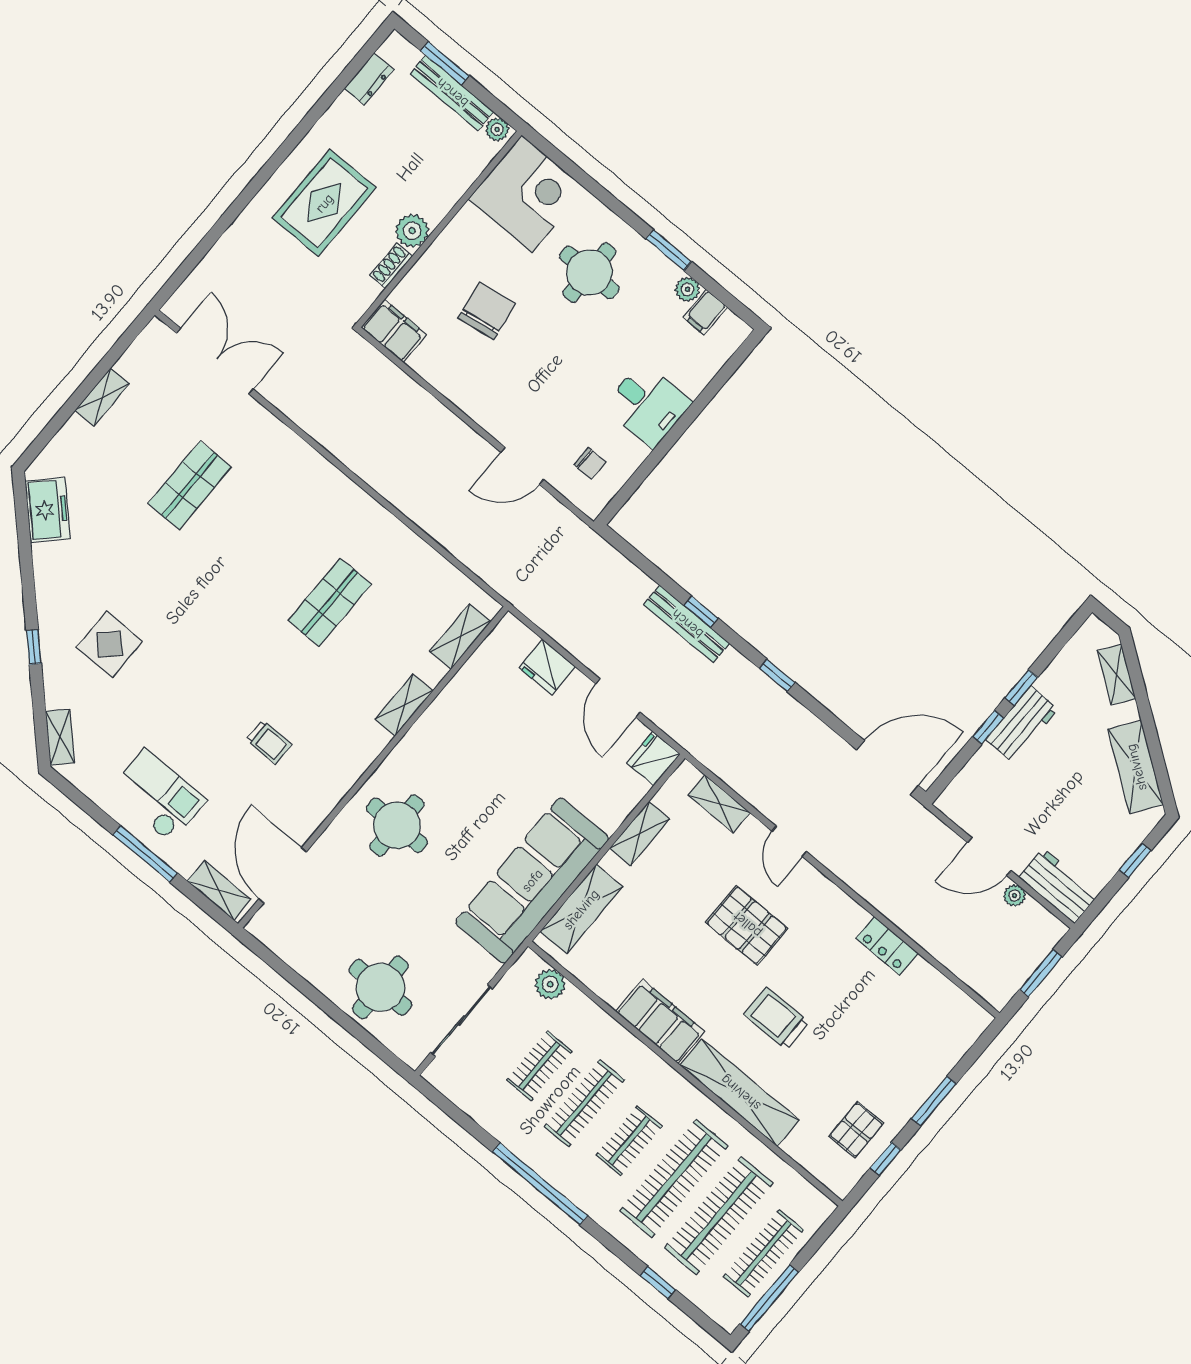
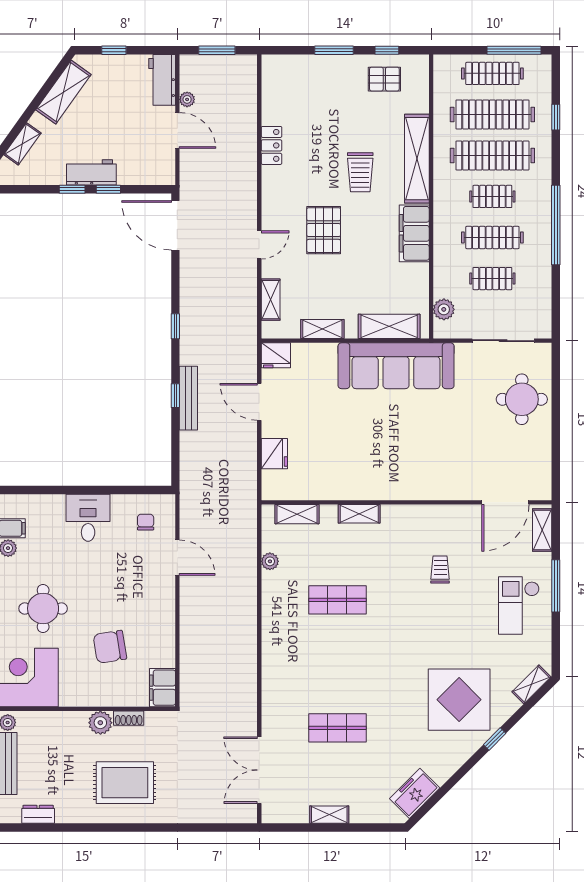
plant: (434, 564) -> (270, 561), added
display table: (109, 644) -> (459, 700), width x1.86, depth x1.86
door: (618, 698) -> (259, 402), swing flipped
round table: (397, 825) -> (427, 463), removed

